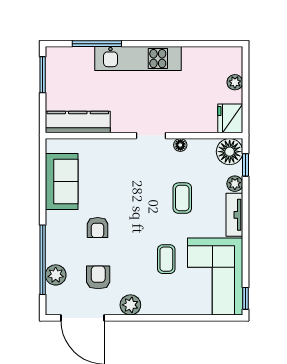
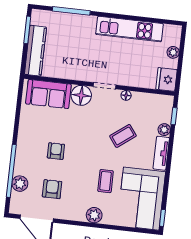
kitchen unit: (138, 59) -> (129, 29), moved
kitchen counter: (78, 122) -> (35, 51), moved, turned 90
floor lamp: (230, 152) -> (81, 95), moved
sofa: (62, 182) -> (48, 94), moved, turned 90
coffee table: (182, 198) -> (123, 136), turned 53
armchair: (98, 228) -> (56, 151), turned 180
plant: (130, 305) -> (94, 215), moved

